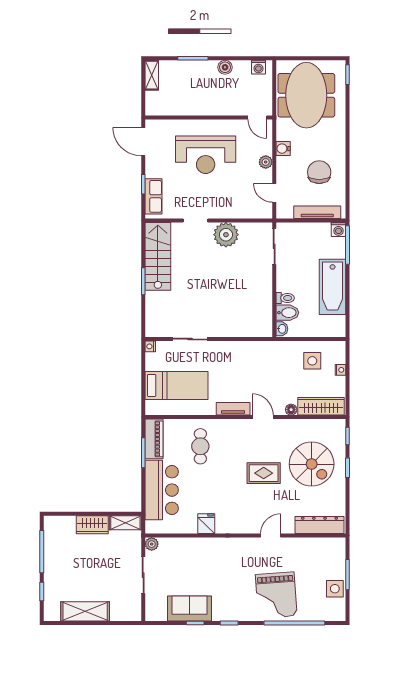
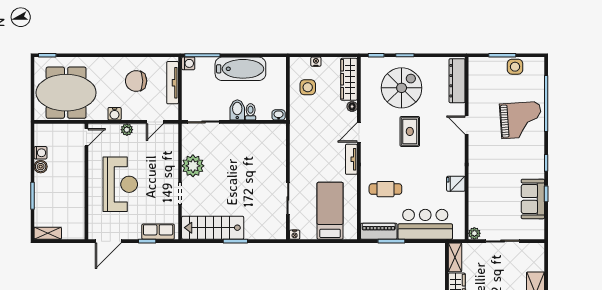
washing machine: (258, 67) -> (40, 153), moved
bidet: (287, 313) -> (237, 110), moved

